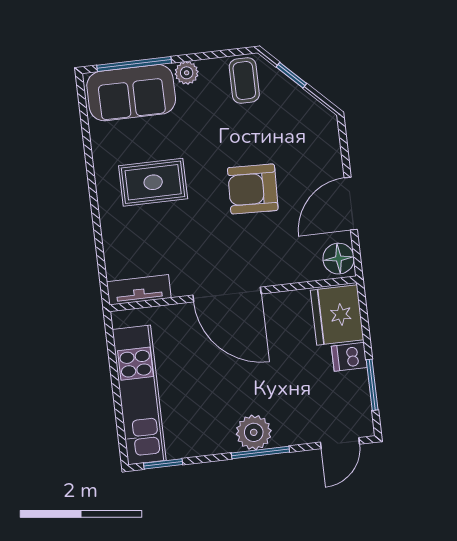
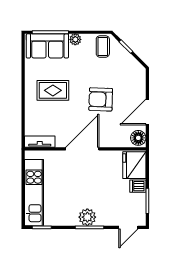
door: (227, 294) -> (82, 149), swing flipped

